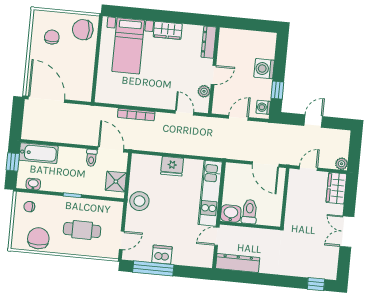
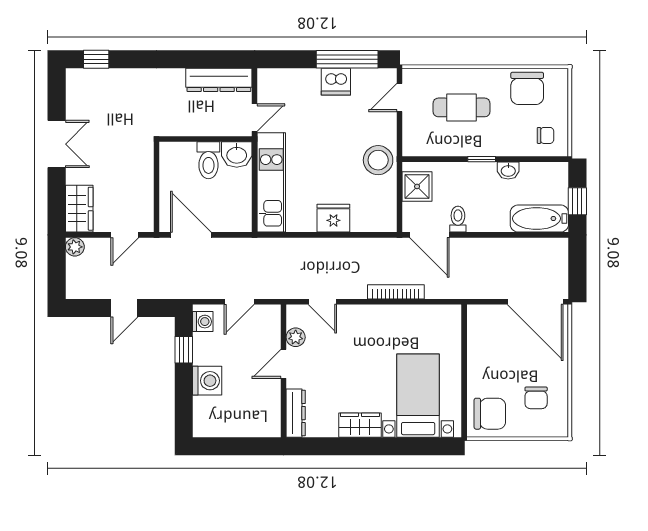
washbasin: (33, 184) -> (508, 170), moved

